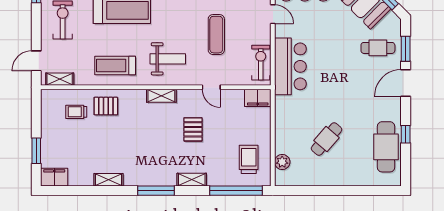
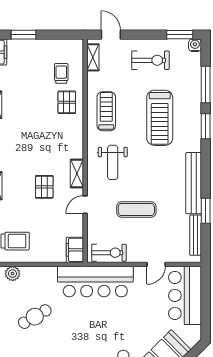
bar counter: (290, 66) -> (95, 282), width x1.36
shelving: (161, 96) -> (77, 173), moved
pallet: (193, 129) -> (44, 187), turned 90
cafe table: (326, 139) -> (35, 317), turned -71

